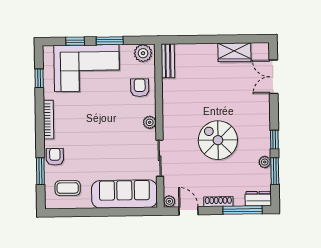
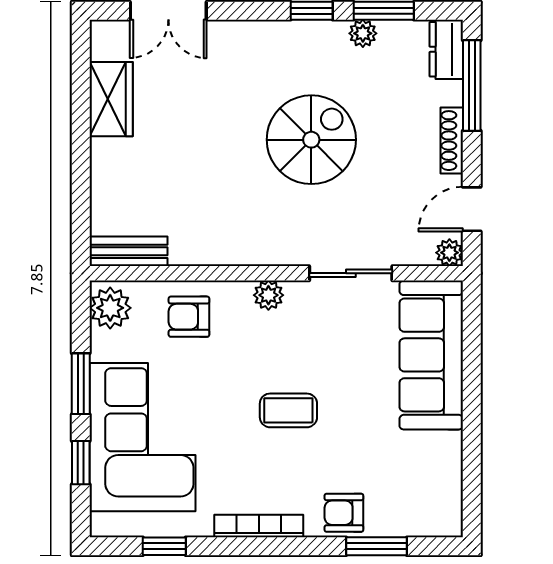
spiral stairs: (218, 140) -> (311, 140), turned 180
coffee table: (68, 188) -> (288, 410), moved, turned 90

